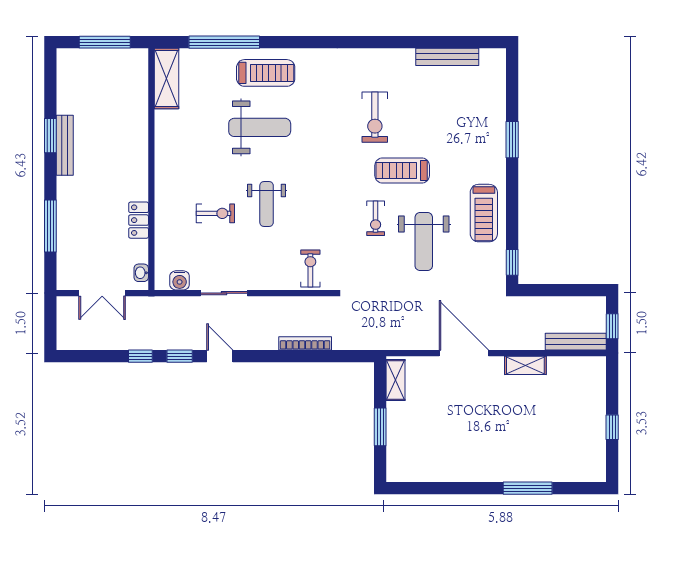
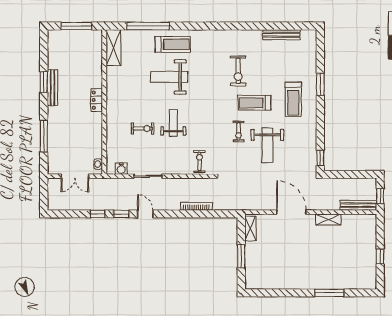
weight bench: (260, 127) -> (169, 77), turned 180
weight bench: (267, 204) -> (173, 123), turned 180
treadmill: (484, 213) -> (293, 99), moved
locker: (139, 220) -> (97, 100), moved

